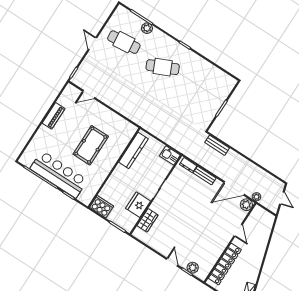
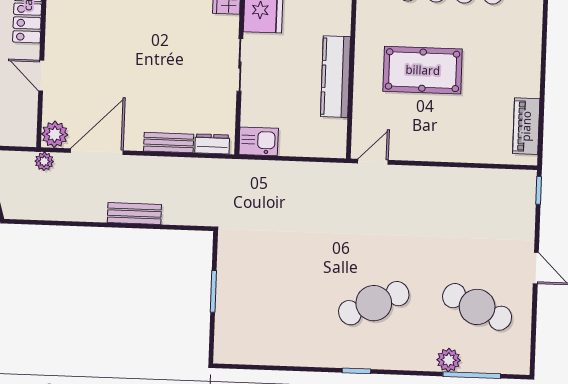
cafe table: (124, 42) -> (477, 307), turned 30
door: (89, 94) -> (373, 162), moved
piano: (54, 116) -> (526, 126), moved
pool table: (91, 145) -> (423, 70), turned 90
bench: (217, 145) -> (134, 214), moved
kitchen counter: (133, 150) -> (335, 77), moved

